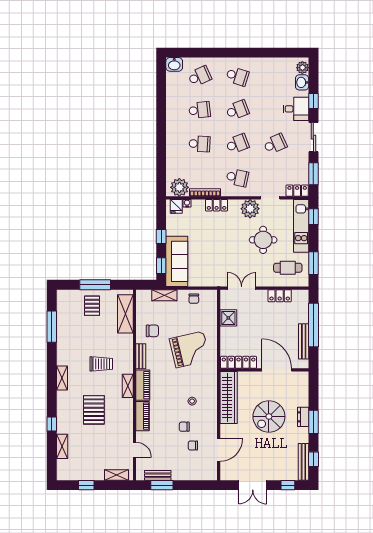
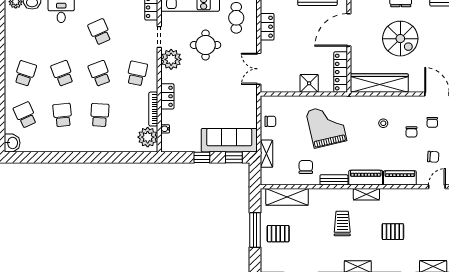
fridge: (176, 206) -> (169, 141), removed
shower: (228, 318) -> (309, 83), moved
pallet: (94, 410) -> (393, 232), width x0.67, depth x0.71
chair: (162, 446) -> (433, 157), added

